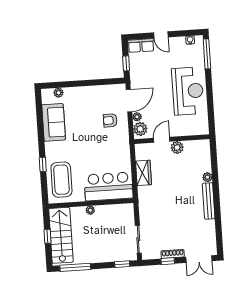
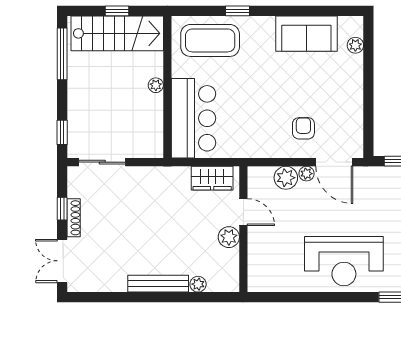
wall: (172, 139) -> (243, 229), moved
door: (162, 140) -> (243, 212), moved
plant: (177, 147) -> (229, 237), moved

